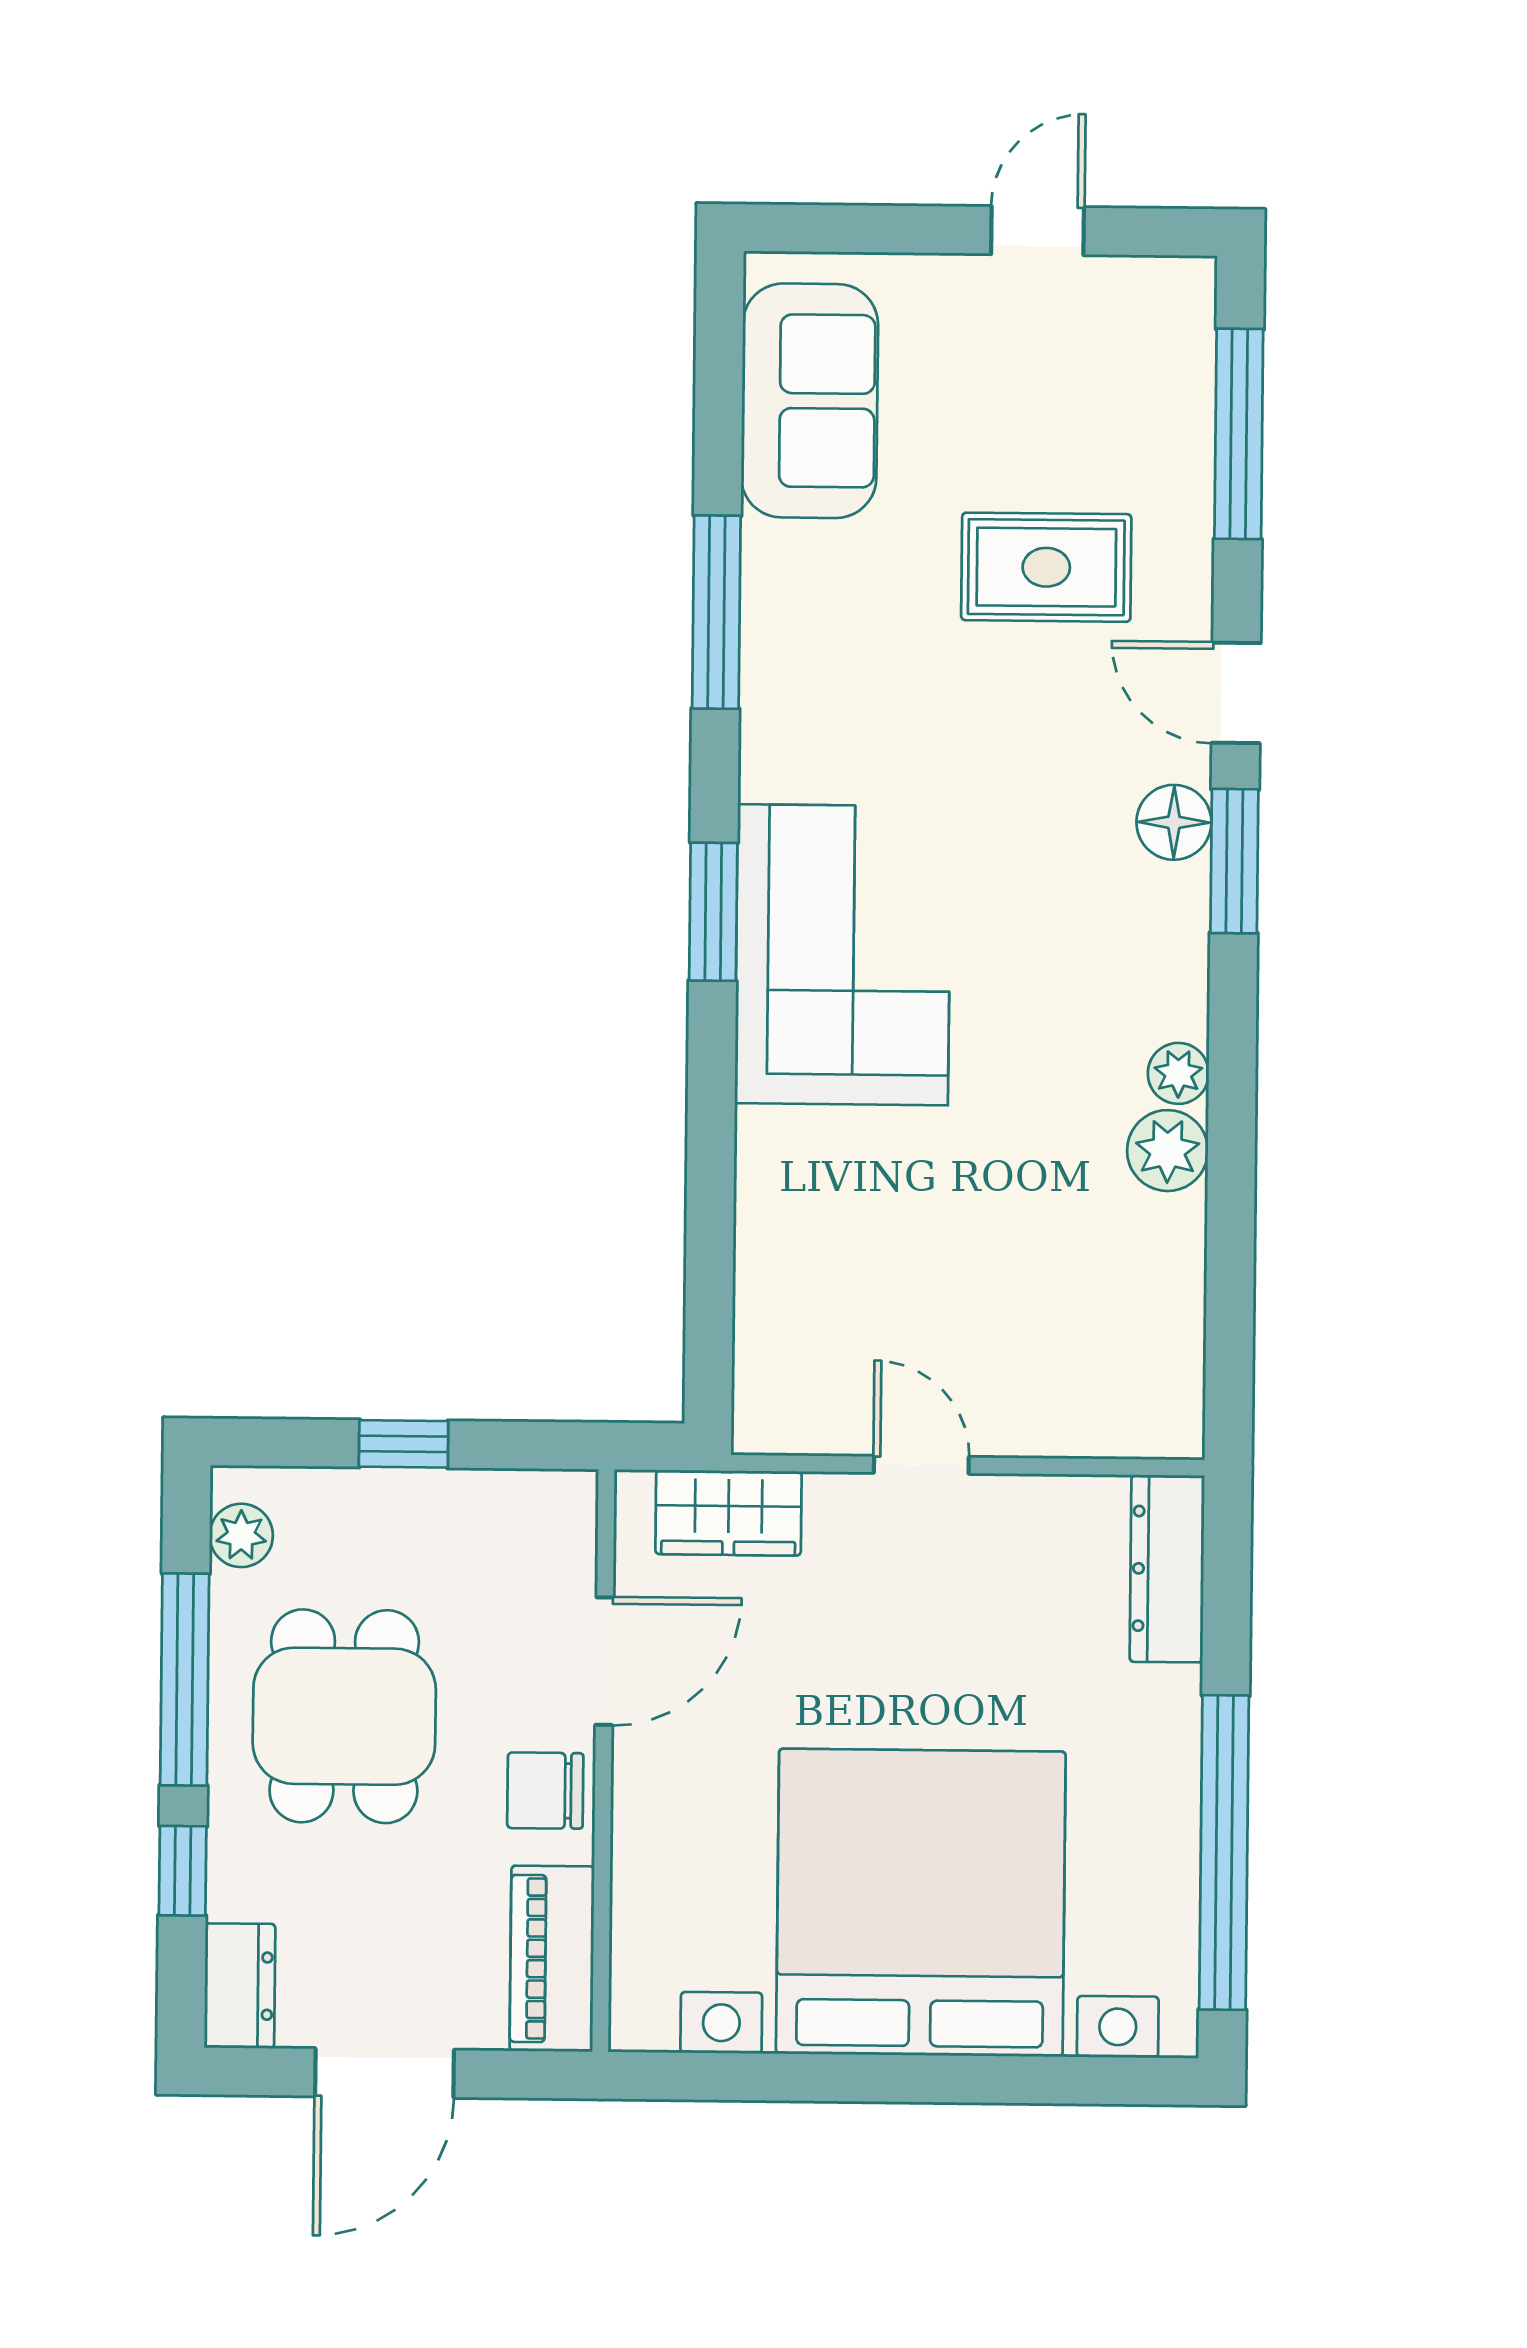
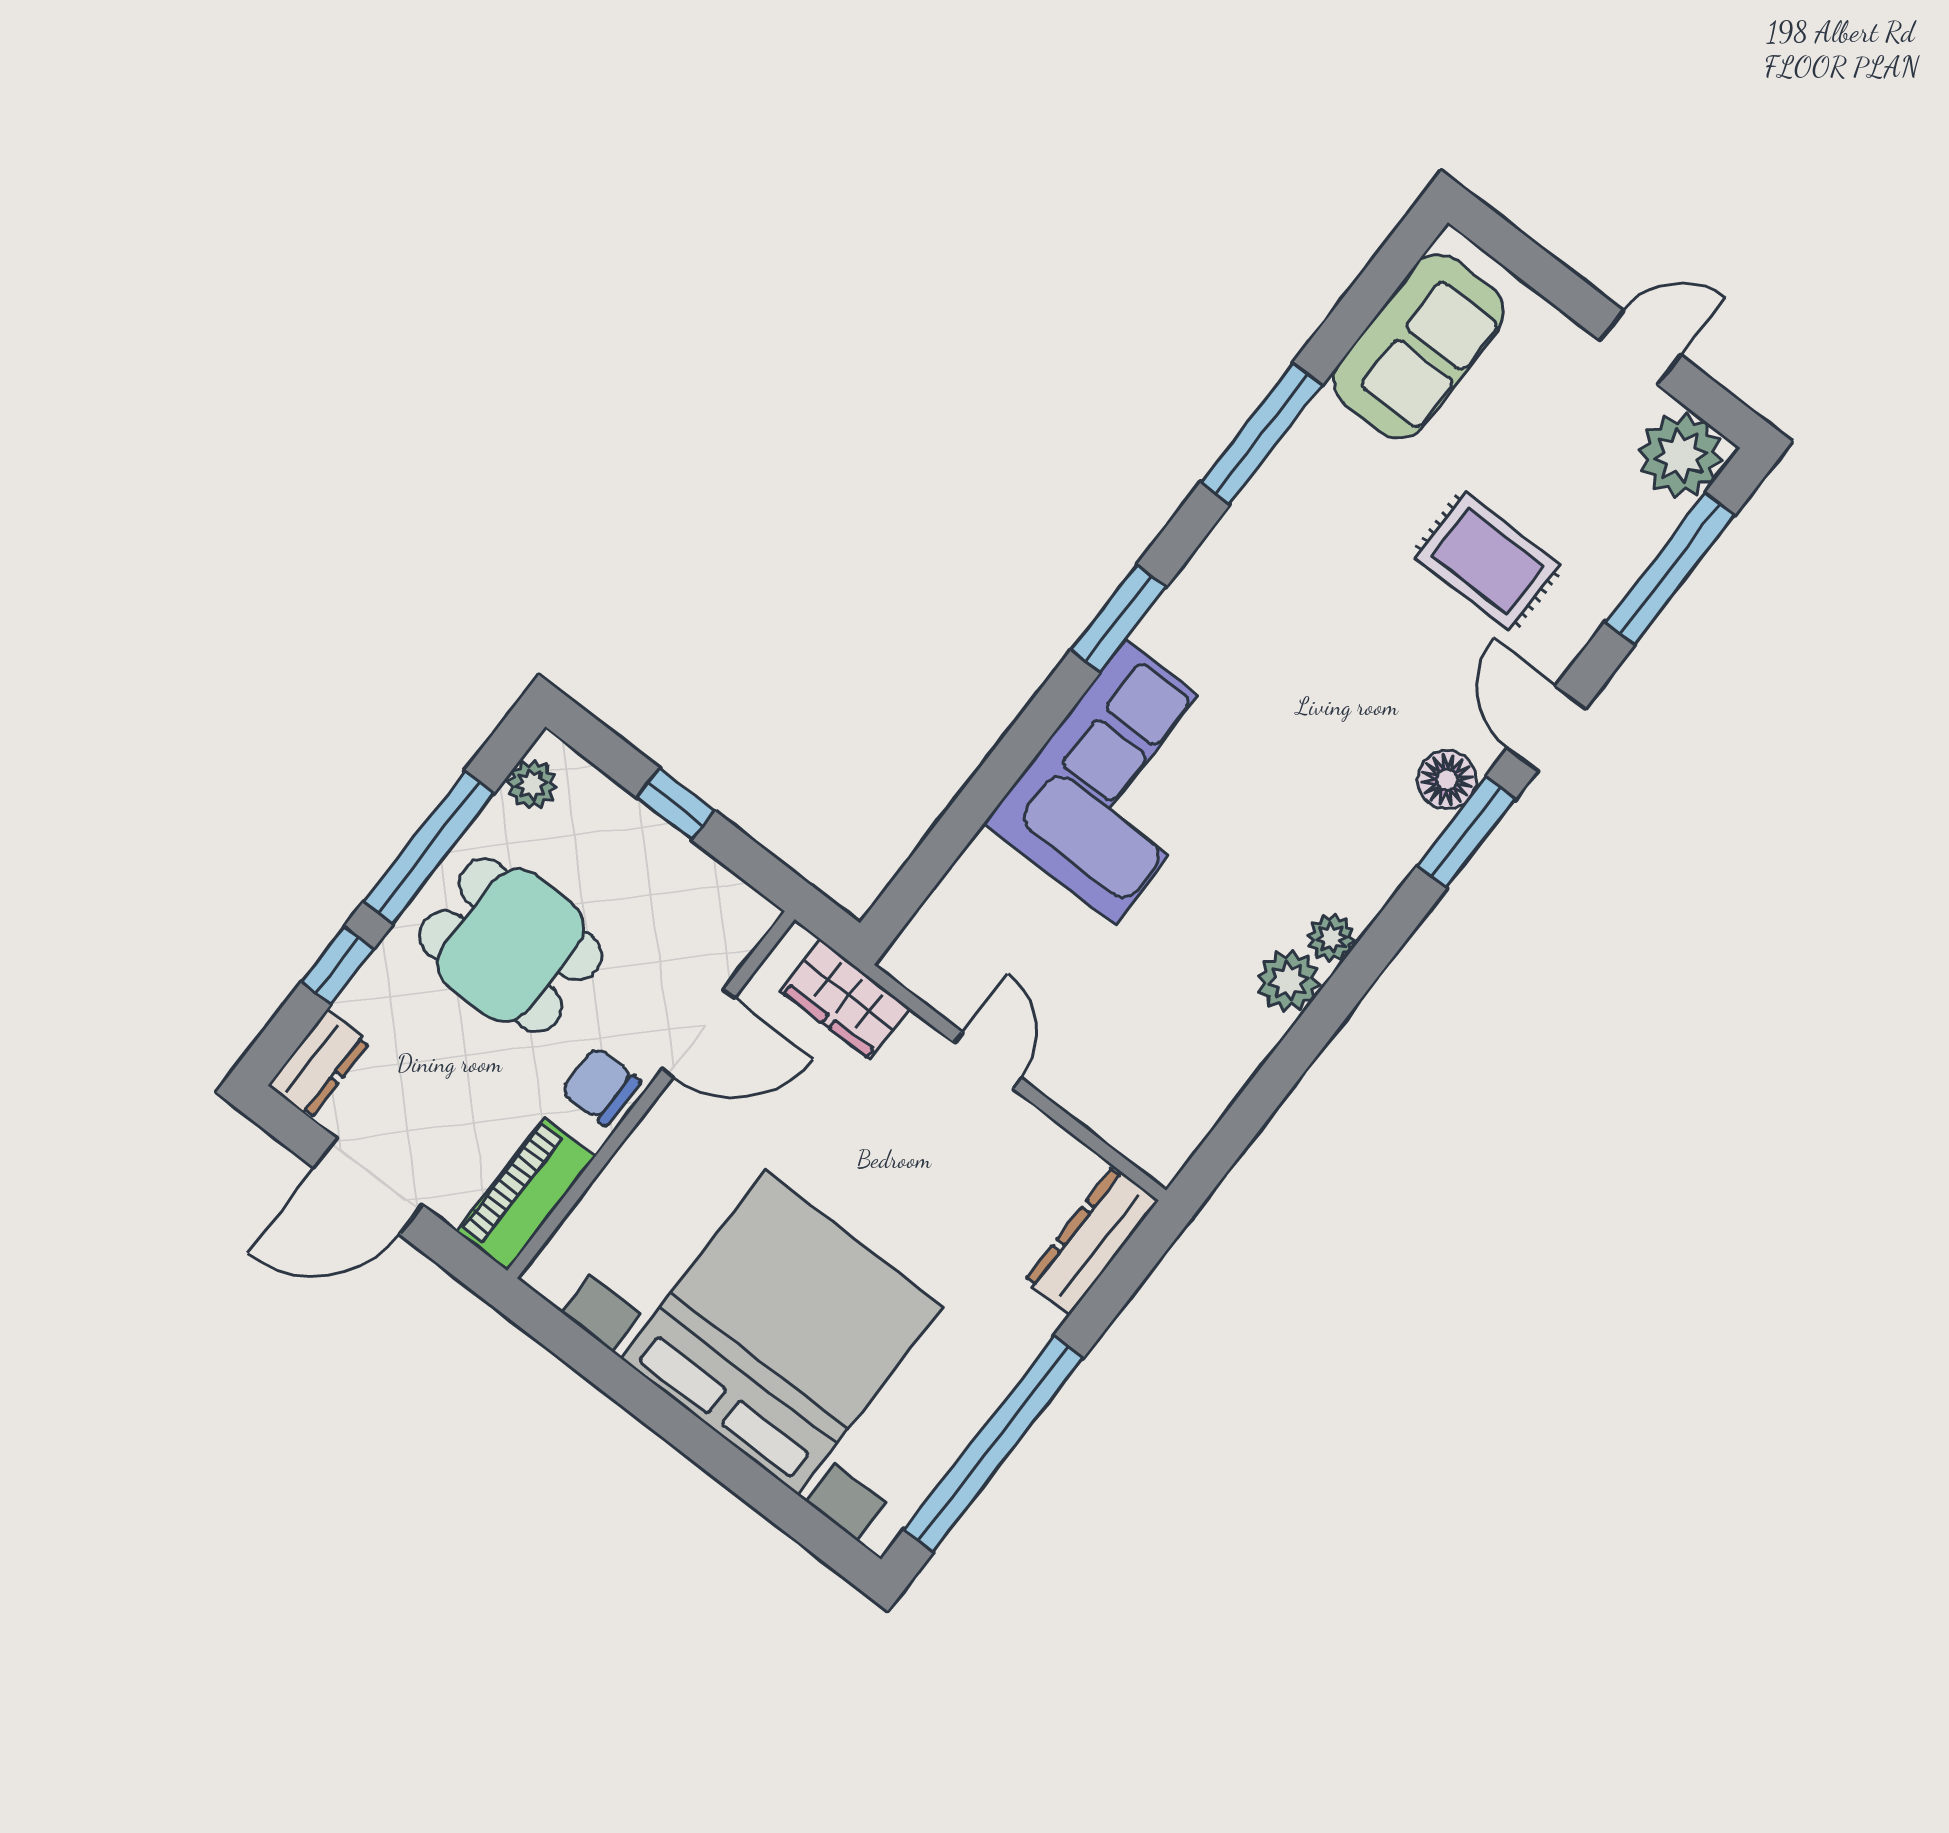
plant: (1162, 310) -> (1681, 456), added
corner sofa: (843, 955) -> (1120, 782), moved
dining table: (344, 1716) -> (511, 945), turned 90

